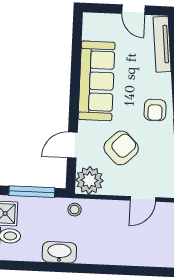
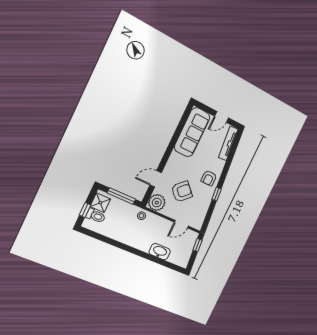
door: (133, 10) -> (222, 117), hinge flipped
sofa: (97, 81) -> (192, 132), moved
washbasin: (59, 252) -> (160, 252), moved

